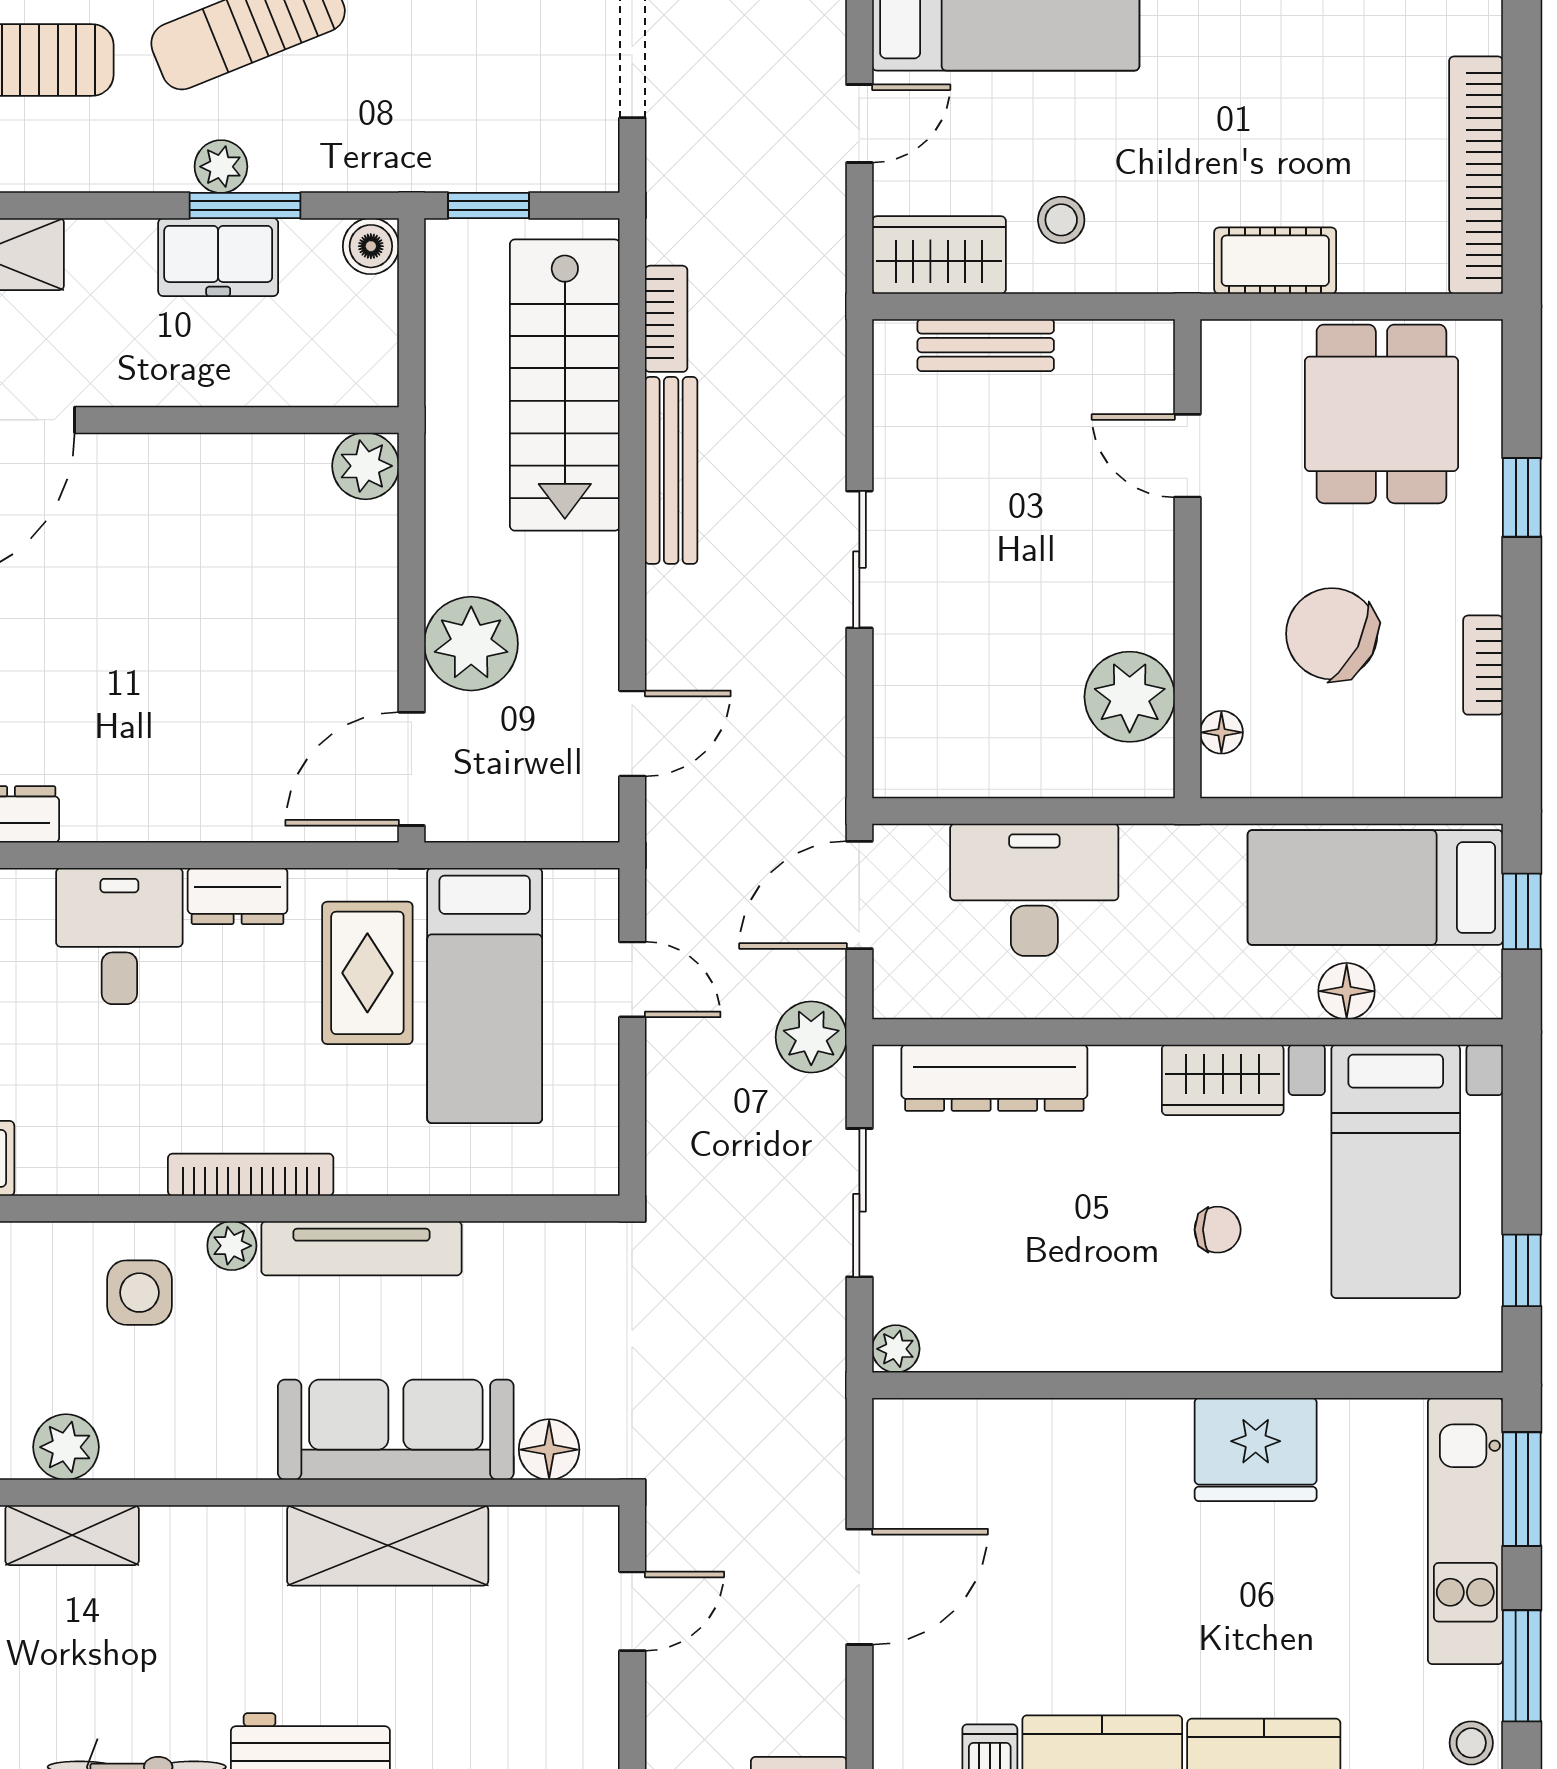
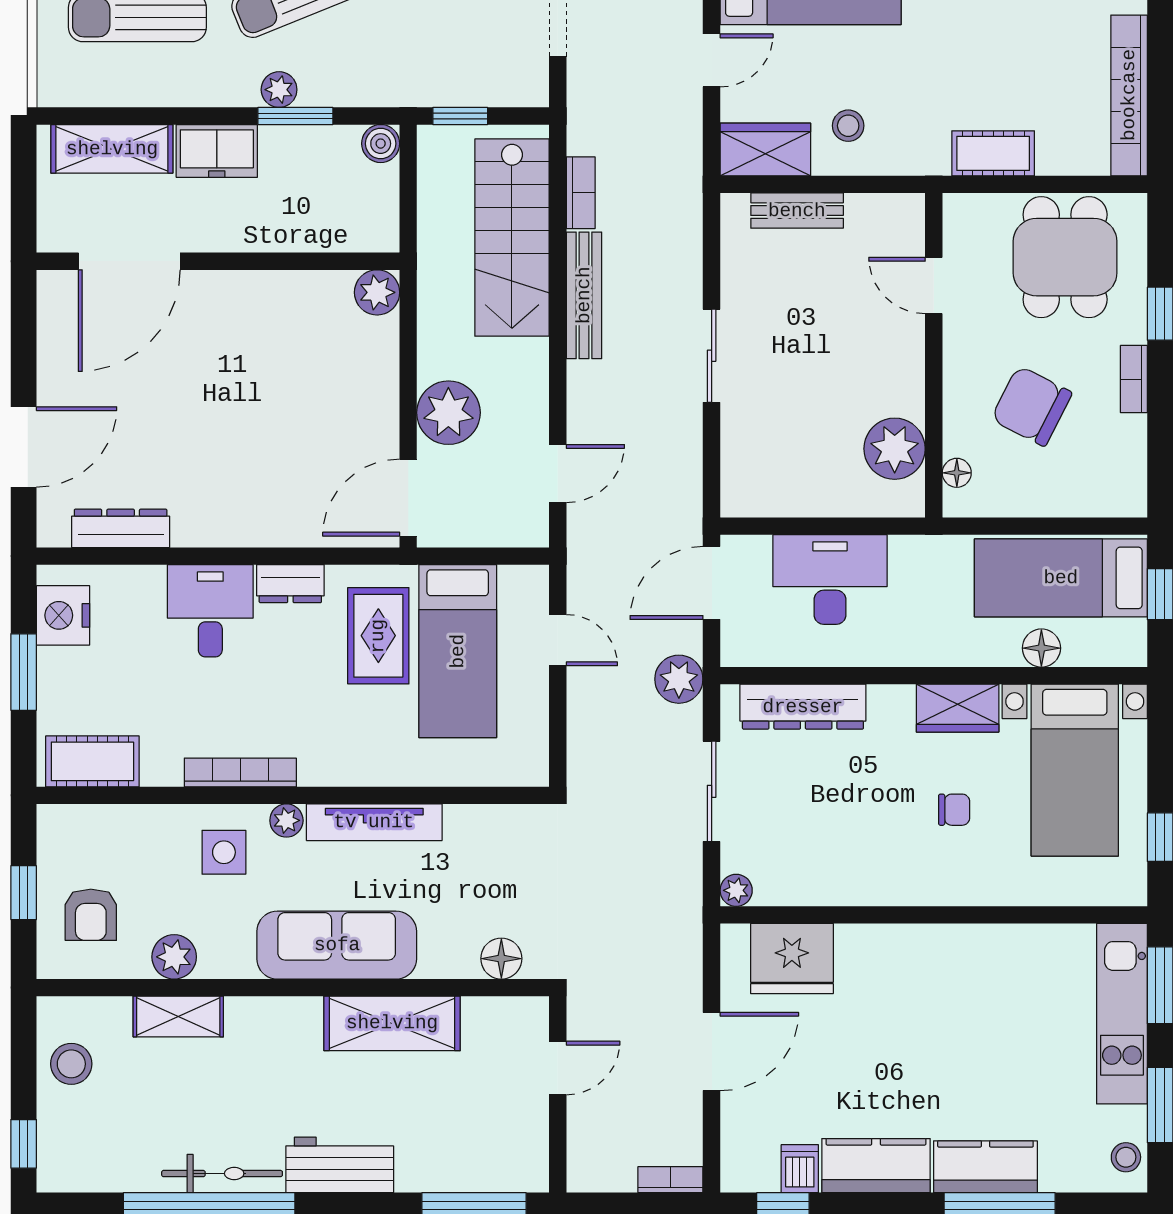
freezer: (218, 257) -> (217, 151), moved
bookcase: (1483, 665) -> (1134, 379), moved
bookcase: (251, 1175) -> (240, 772), moved
sofa: (396, 1430) -> (337, 945), moved
fridge: (1256, 1449) -> (792, 959), moved

